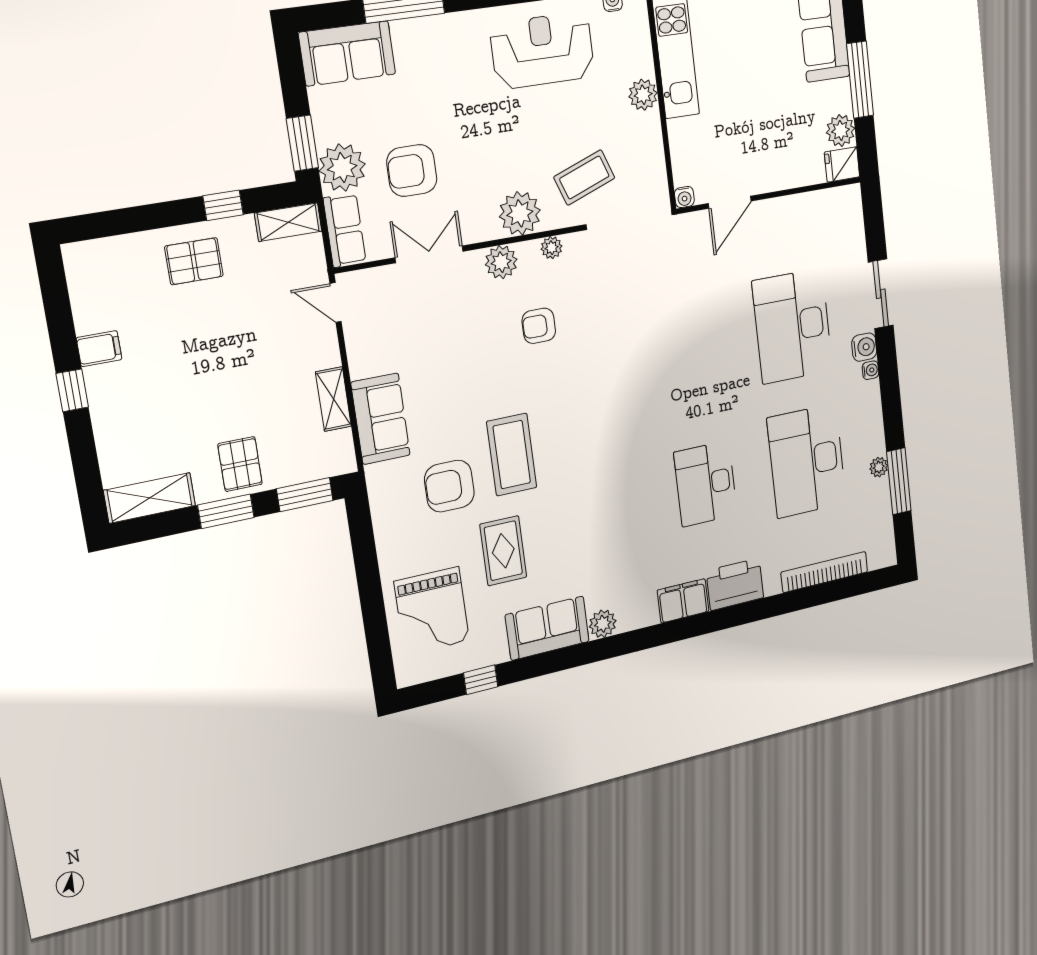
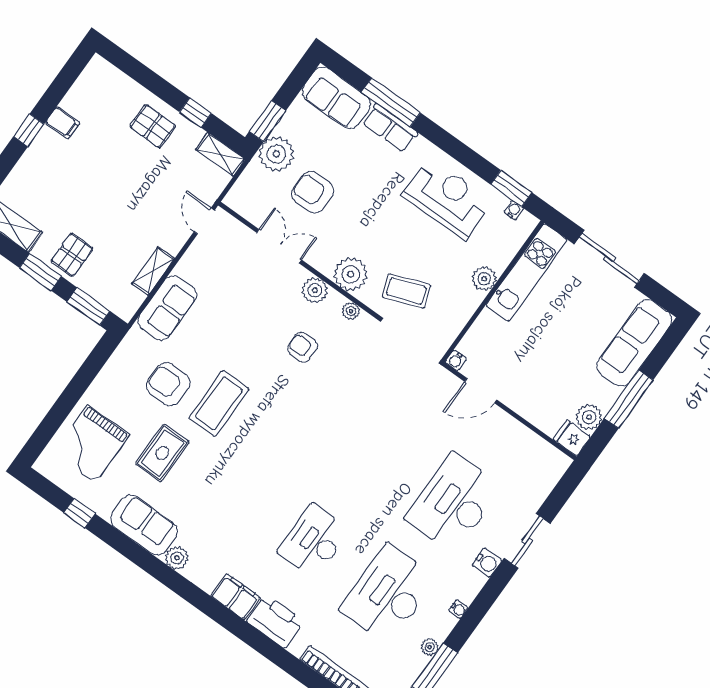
row of seats: (345, 230) -> (390, 128), moved, turned 90
water cooler: (871, 370) -> (458, 609), moved

